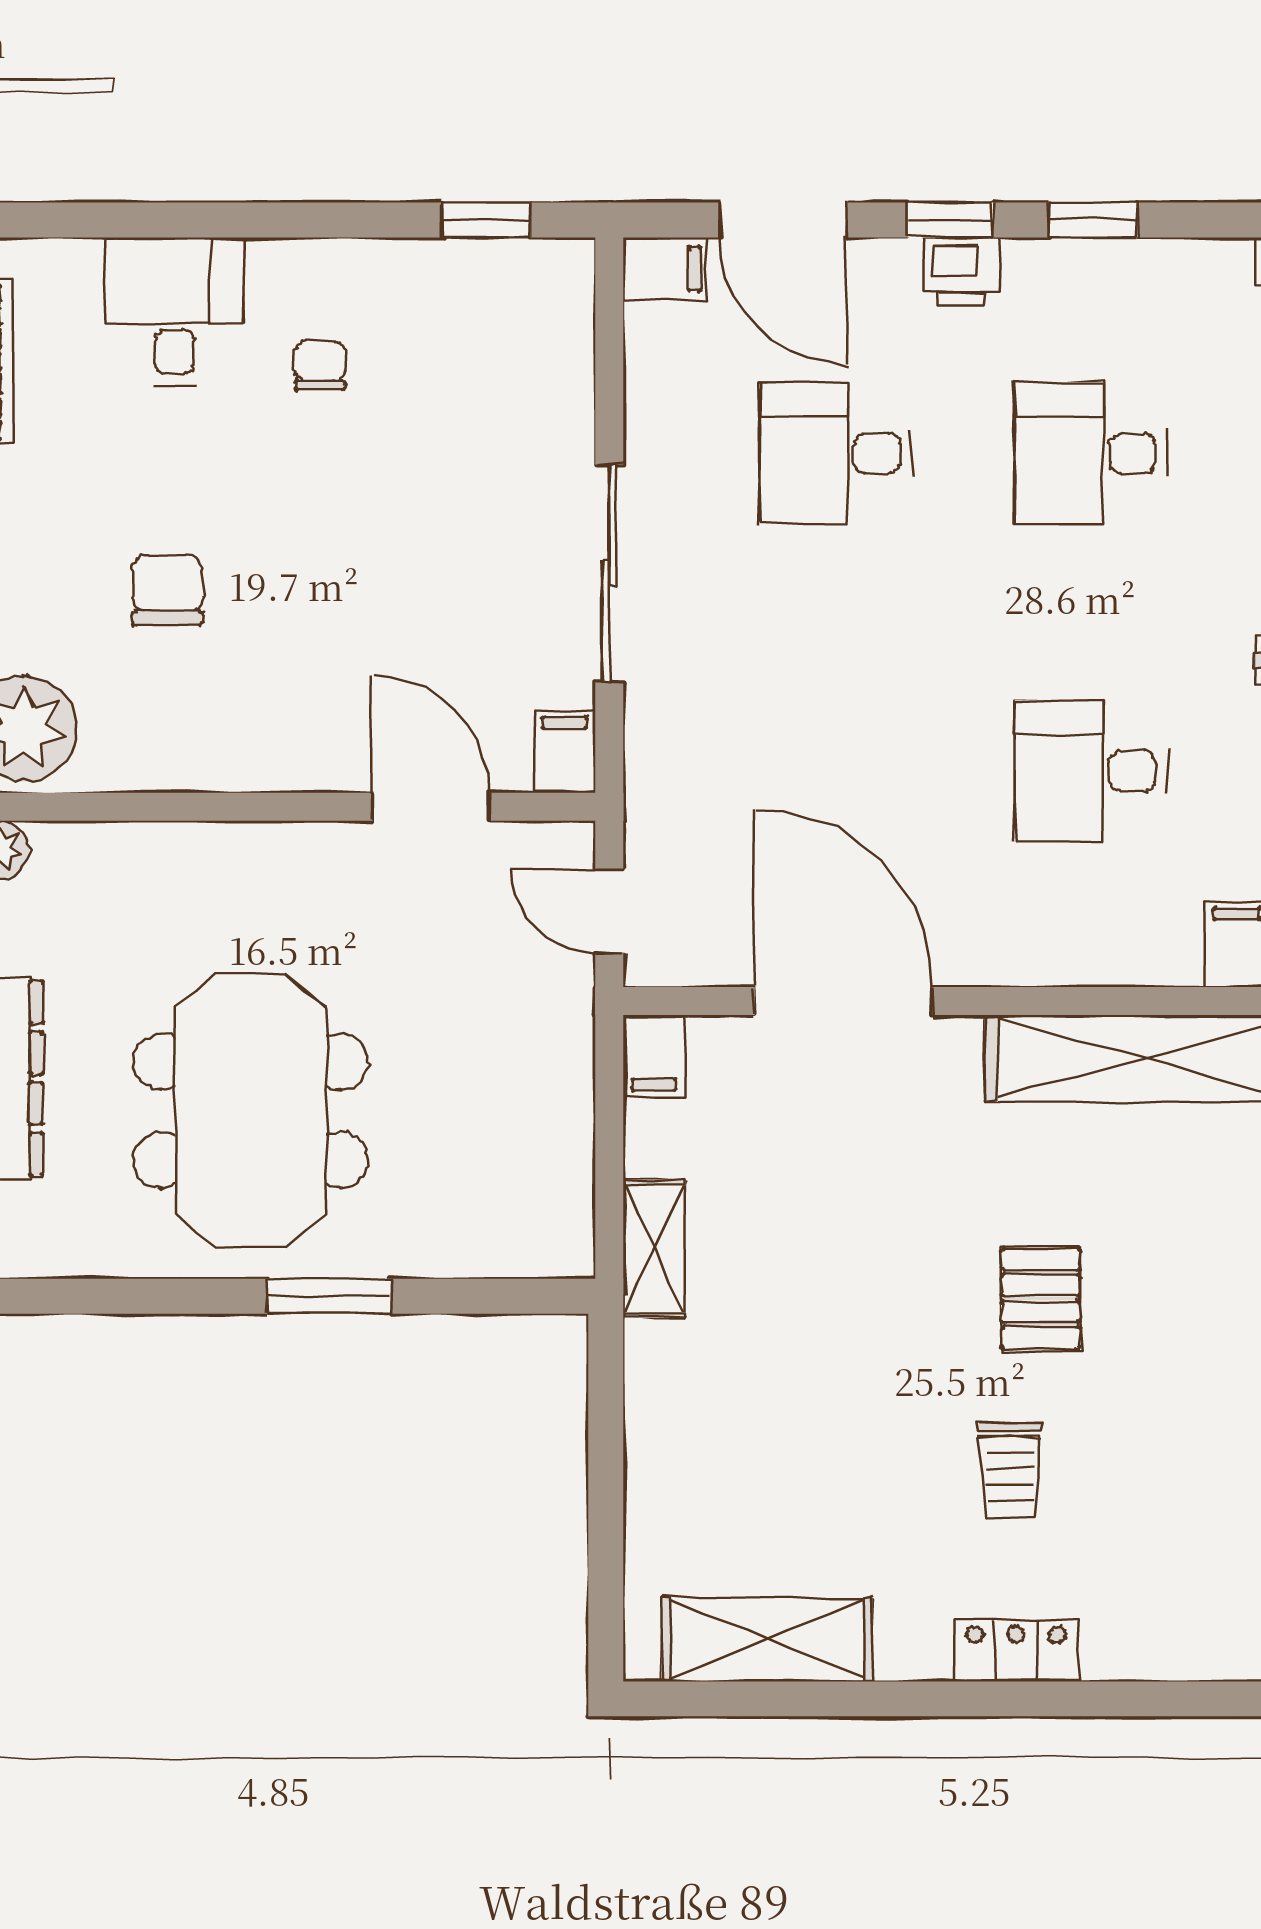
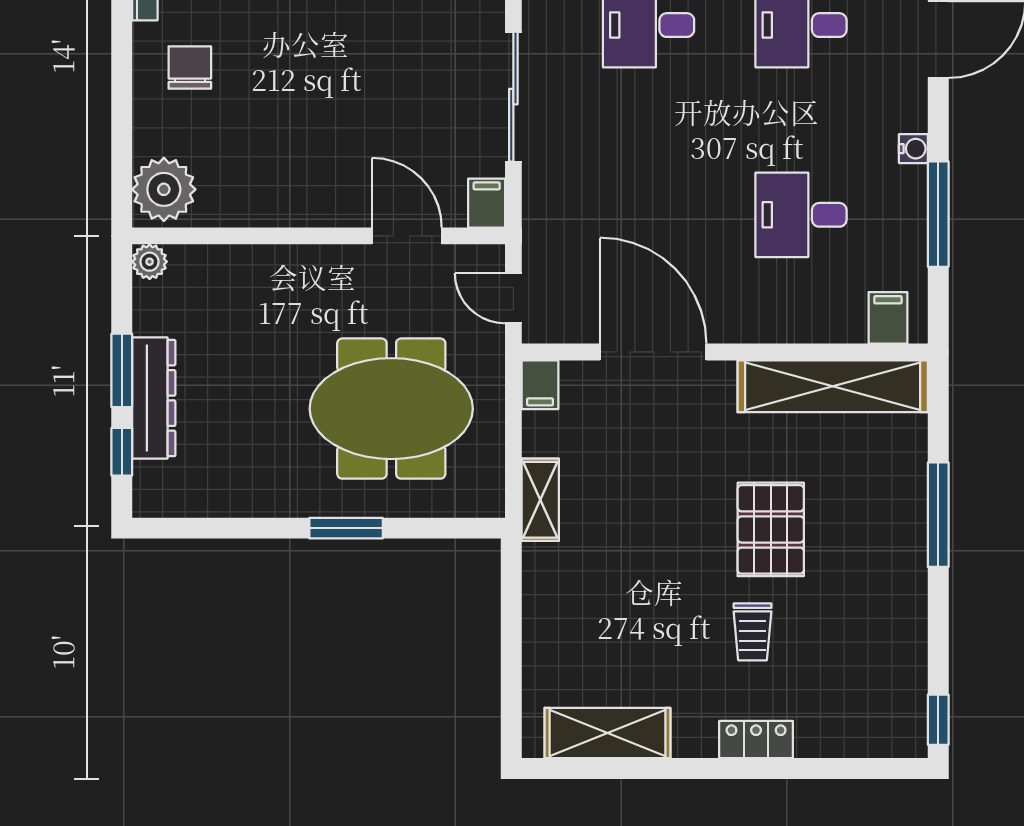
chair: (167, 590) -> (190, 67), moved
meeting table: (251, 1111) -> (391, 409), moved, turned 90
pallet: (1040, 1298) -> (771, 529), width x1.50, depth x1.42

